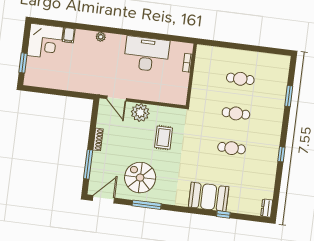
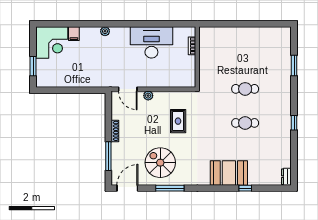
cafe table: (240, 79) -> (245, 55), removed
plant: (140, 113) -> (148, 96), width x0.53, depth x0.53

